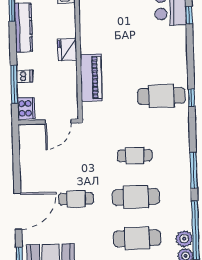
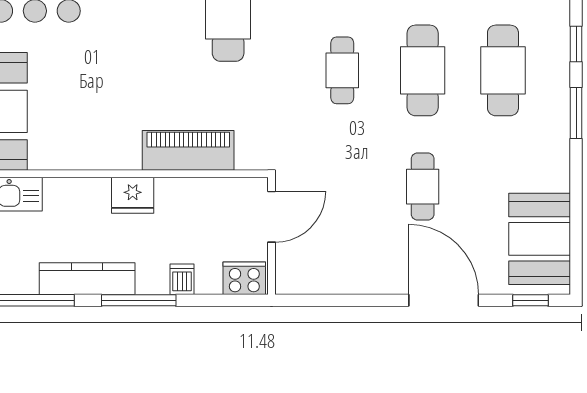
window: (14, 84) -> (139, 300), moved
door: (58, 121) -> (271, 217), hinge flipped

